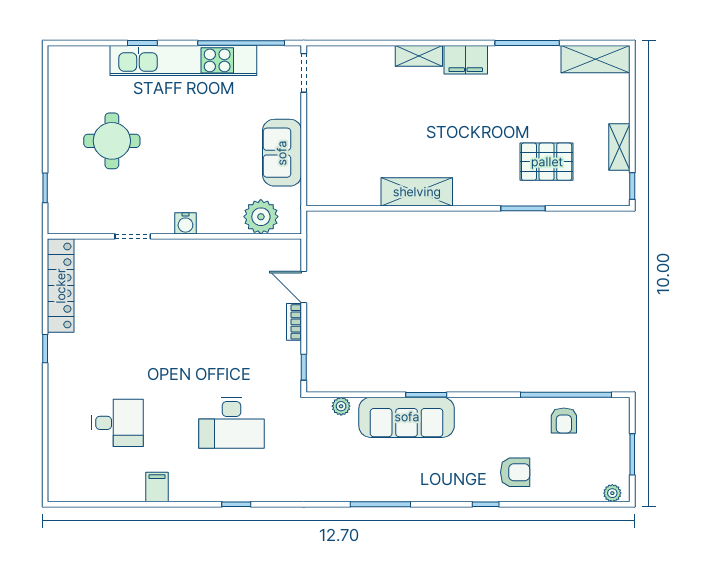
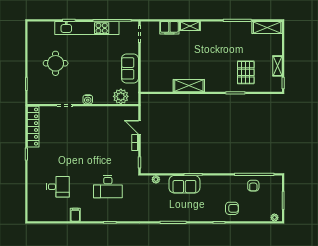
filing cabinet: (466, 60) -> (169, 28), moved
pallet: (547, 162) -> (246, 72), turned 90
sofa: (407, 417) -> (184, 184), width x0.73

